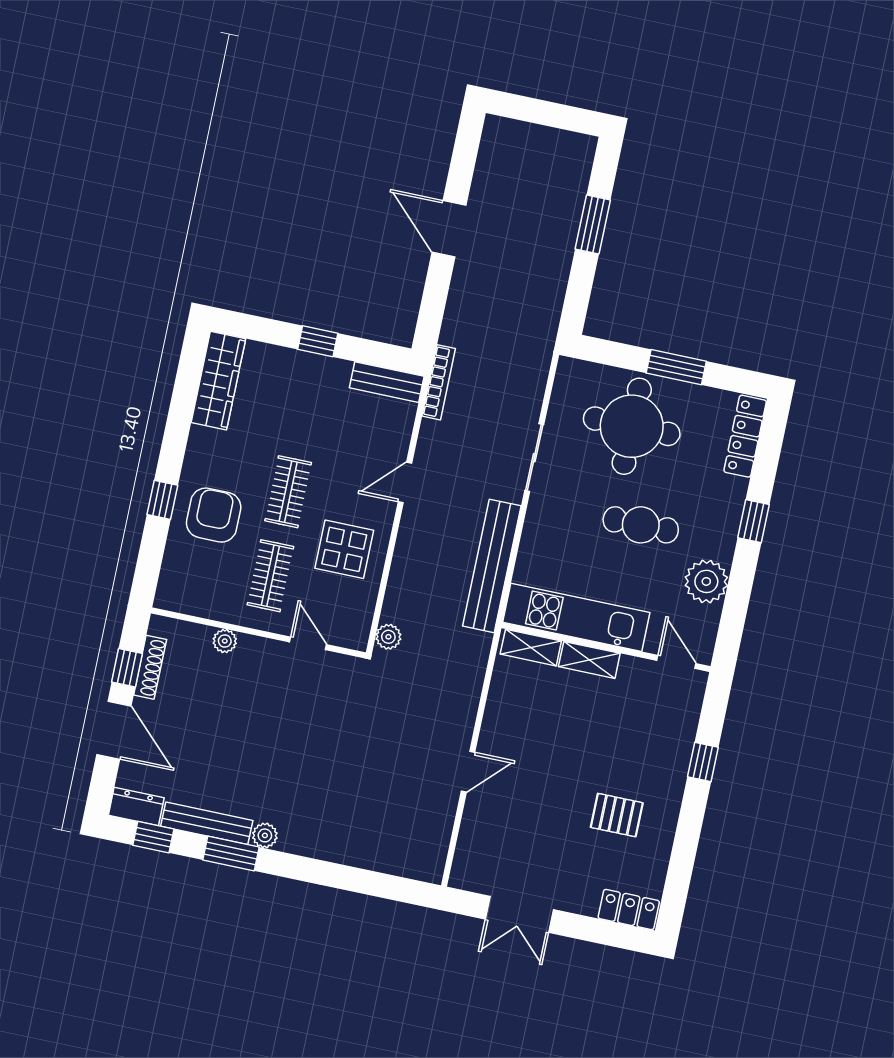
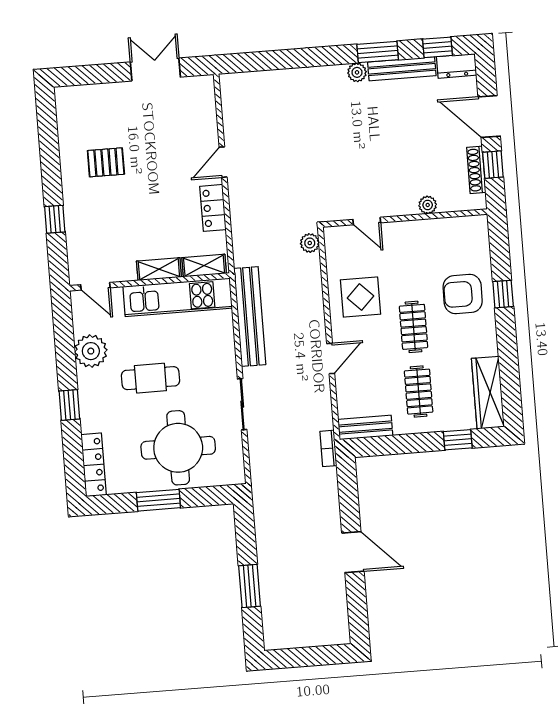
window: (318, 341) -> (458, 440), moved
bookcase: (439, 382) -> (328, 448), width x0.64
armchair: (214, 515) -> (463, 294), turned 90
clothes rail: (270, 576) -> (419, 392), moved
locker: (629, 910) -> (213, 208), moved, turned 90

